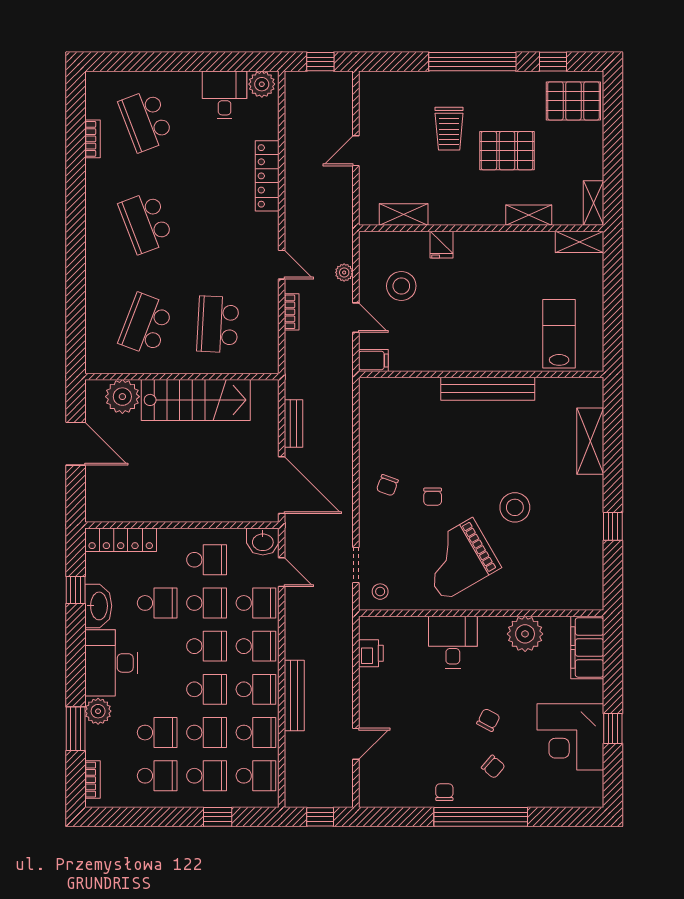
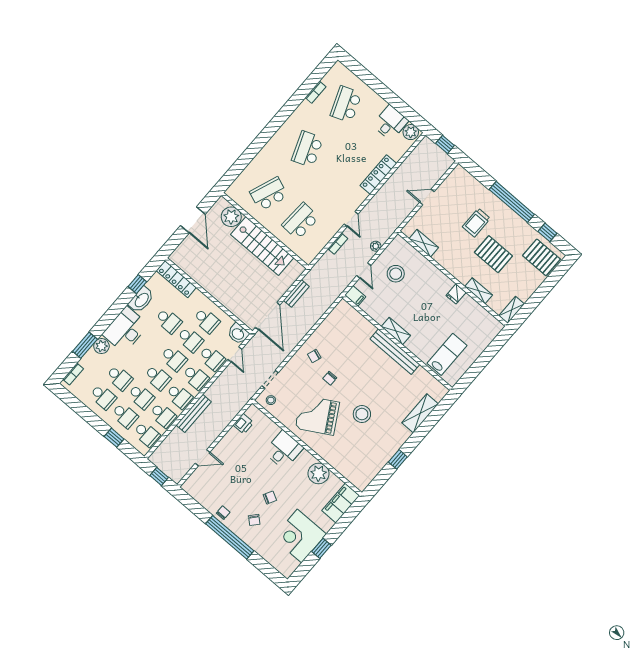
shelving: (579, 242) -> (396, 331), moved
fridge: (442, 245) -> (456, 294), moved

